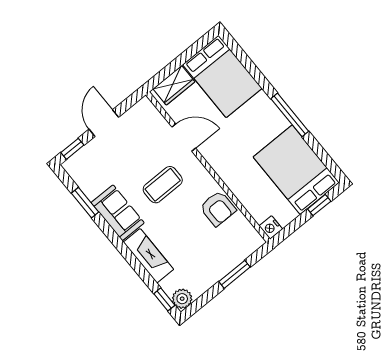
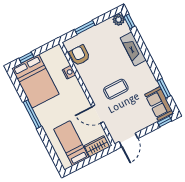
bed: (222, 76) -> (71, 143), width x0.67
door: (104, 123) -> (129, 140), moved
armchair: (218, 208) -> (79, 55), moved
sofa: (118, 213) -> (159, 104), moved
nightstand: (271, 227) -> (69, 72), moved

